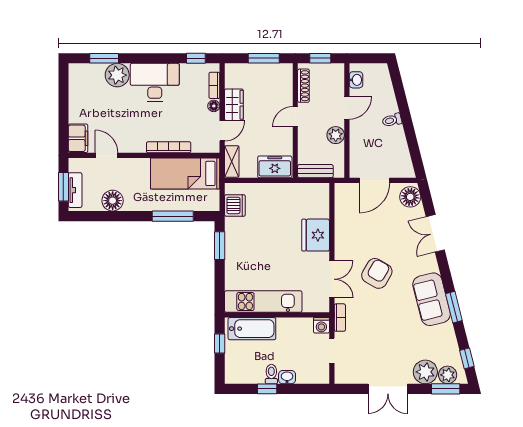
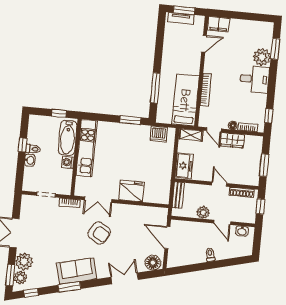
desk: (155, 82) -> (254, 79), width x0.73
floor lamp: (113, 201) -> (171, 45), removed
washing machine: (321, 325) -> (68, 162), moved

